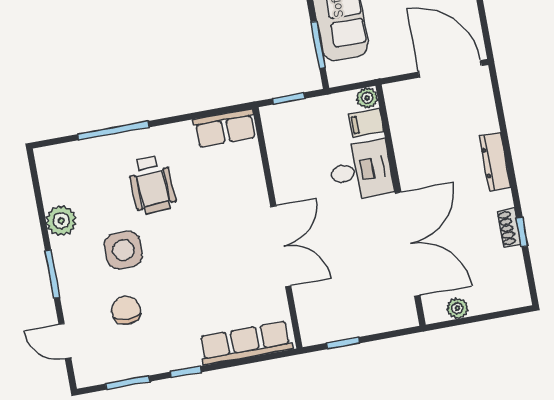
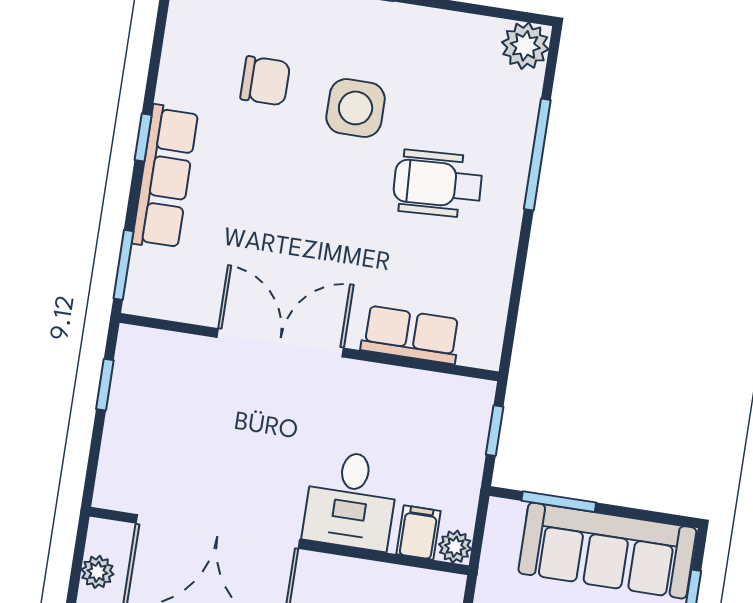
row of seats: (225, 128) -> (411, 335), moved, turned 90
plant: (61, 221) -> (525, 46), moved
double door: (281, 246) -> (280, 343), swing flipped
row of seats: (245, 343) -> (165, 177), moved
window: (128, 383) -> (123, 265), moved

